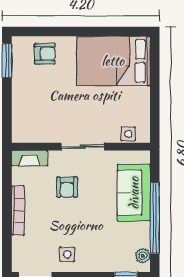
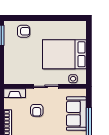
bed: (113, 61) -> (64, 54), moved

